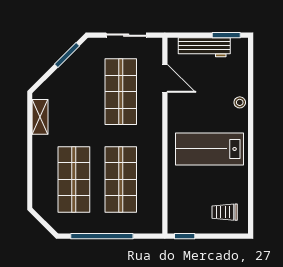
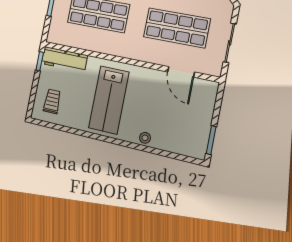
workbench: (204, 47) -> (64, 59), moved, turned -90
door: (165, 78) -> (181, 72), hinge flipped
lab bench: (210, 149) -> (109, 100), turned 180

